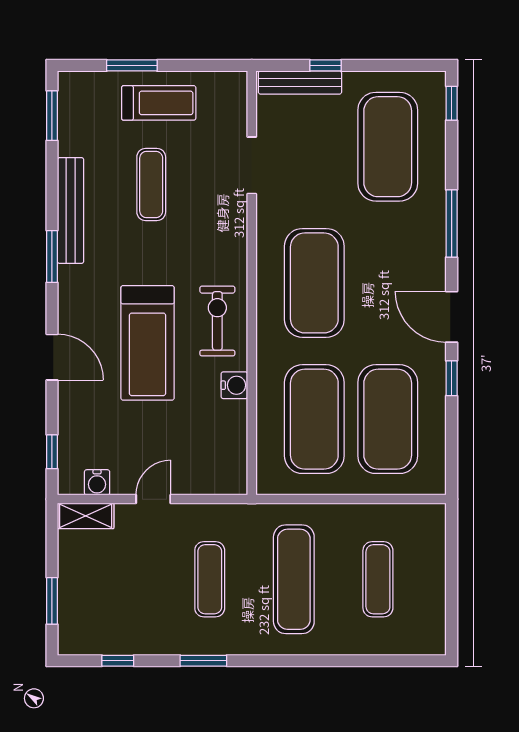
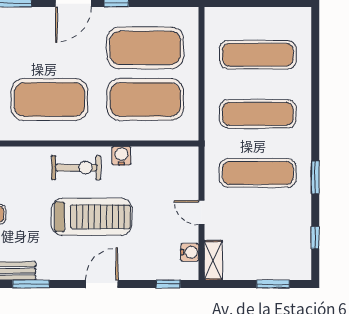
exercise bike: (217, 321) -> (76, 168), turned 180
exercise mat: (210, 579) -> (258, 173), width x1.36, depth x1.45
exercise mat: (378, 579) -> (258, 55), width x1.36, depth x1.45

